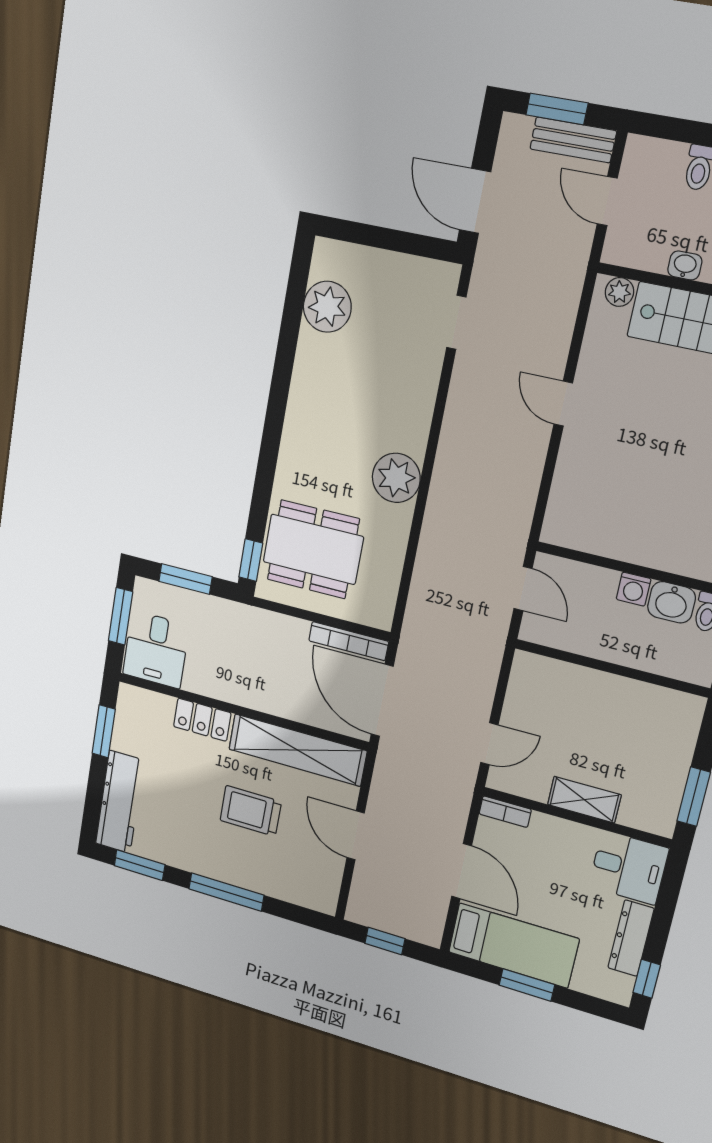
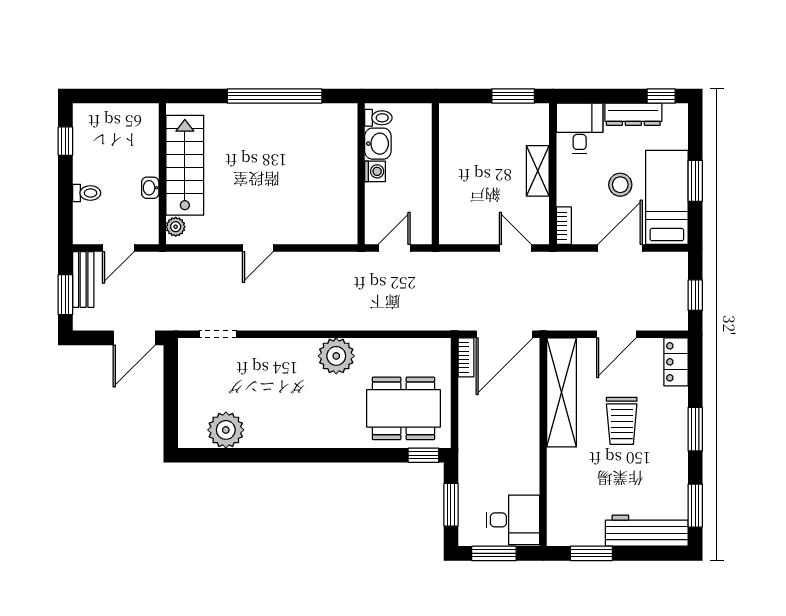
dining table: (313, 549) -> (403, 408), turned 90
bookcase: (349, 641) -> (466, 357), width x0.64
locker: (202, 720) -> (676, 362), moved, turned 180
window: (226, 892) -> (695, 429), width x0.69
stool: (543, 895) -> (620, 185), added

